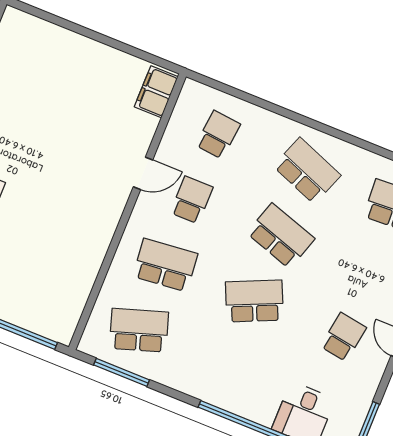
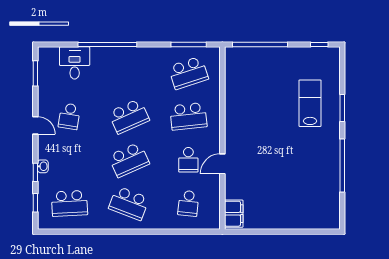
school desk: (281, 236) -> (129, 160), turned -42

